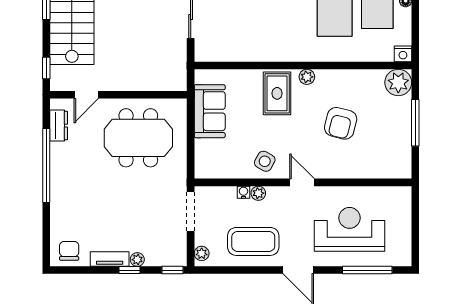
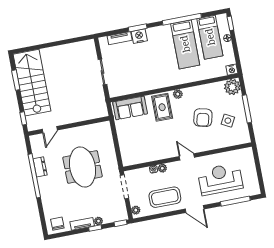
sofa: (210, 111) -> (130, 108), moved, turned 90
dresser: (59, 126) -> (40, 167), moved
meeting table: (138, 138) -> (82, 167), moved, turned 90
side table: (265, 161) -> (228, 121), moved

